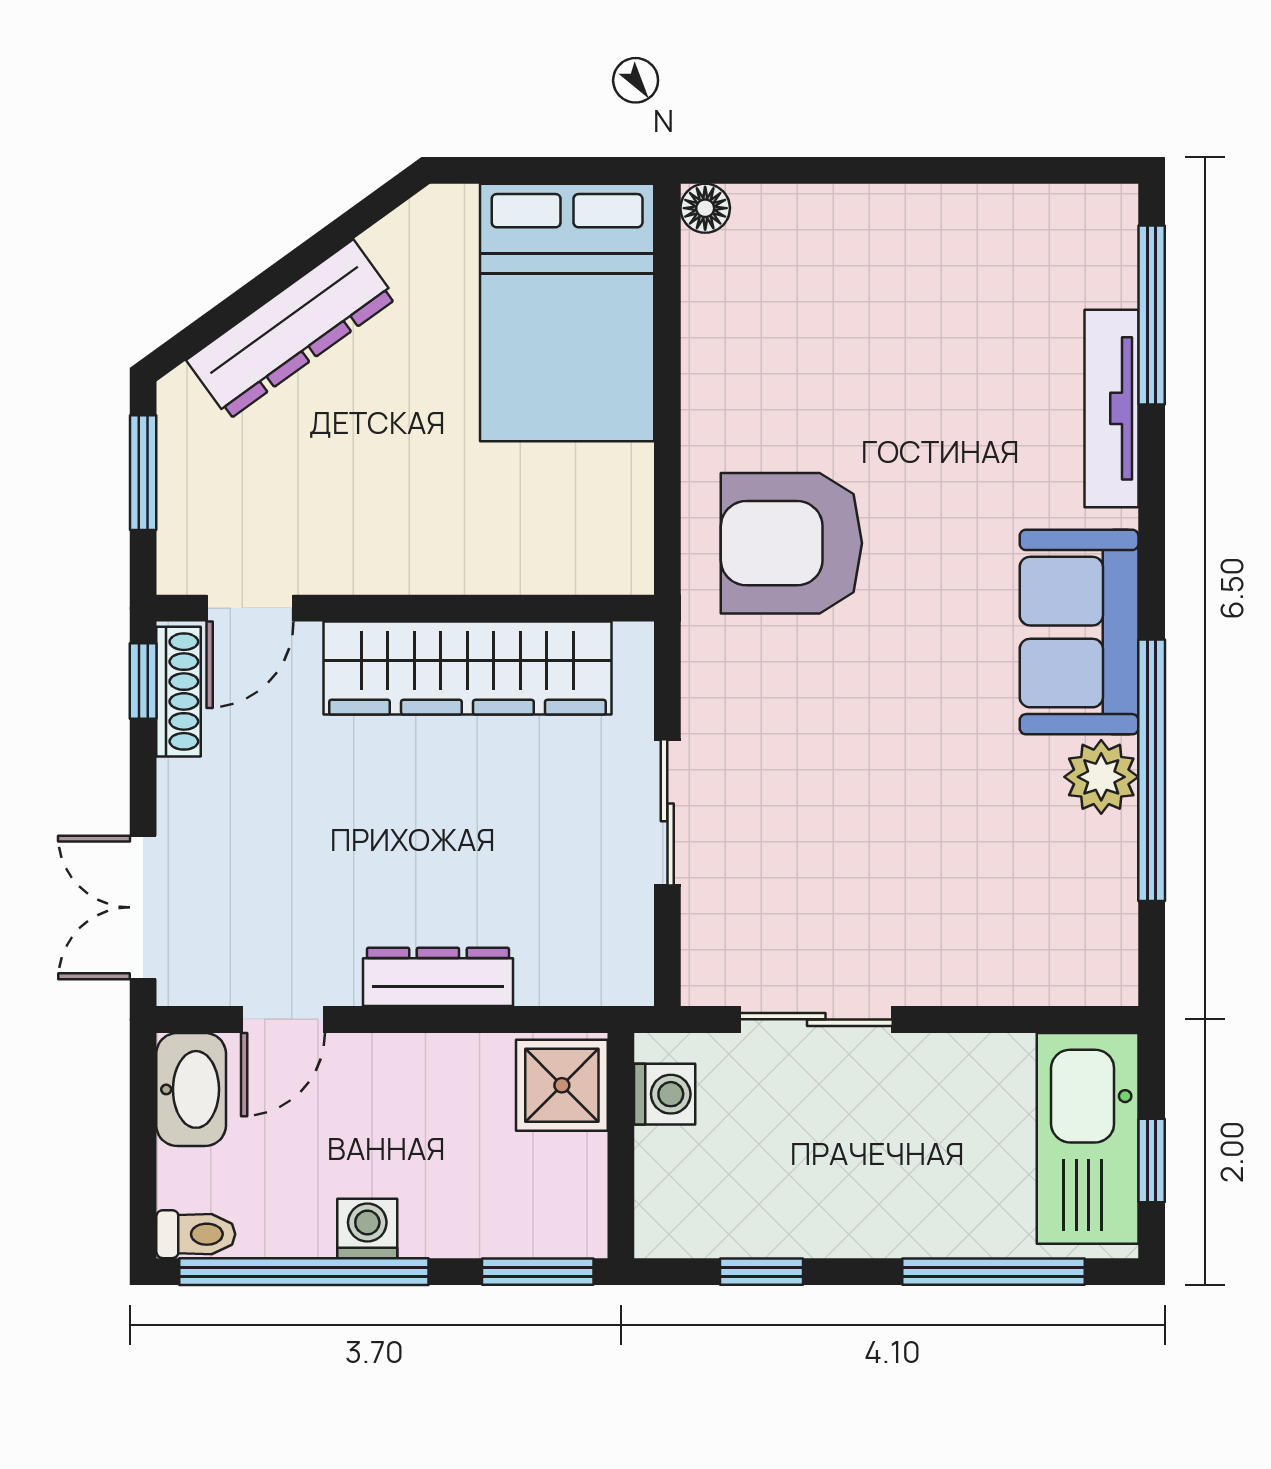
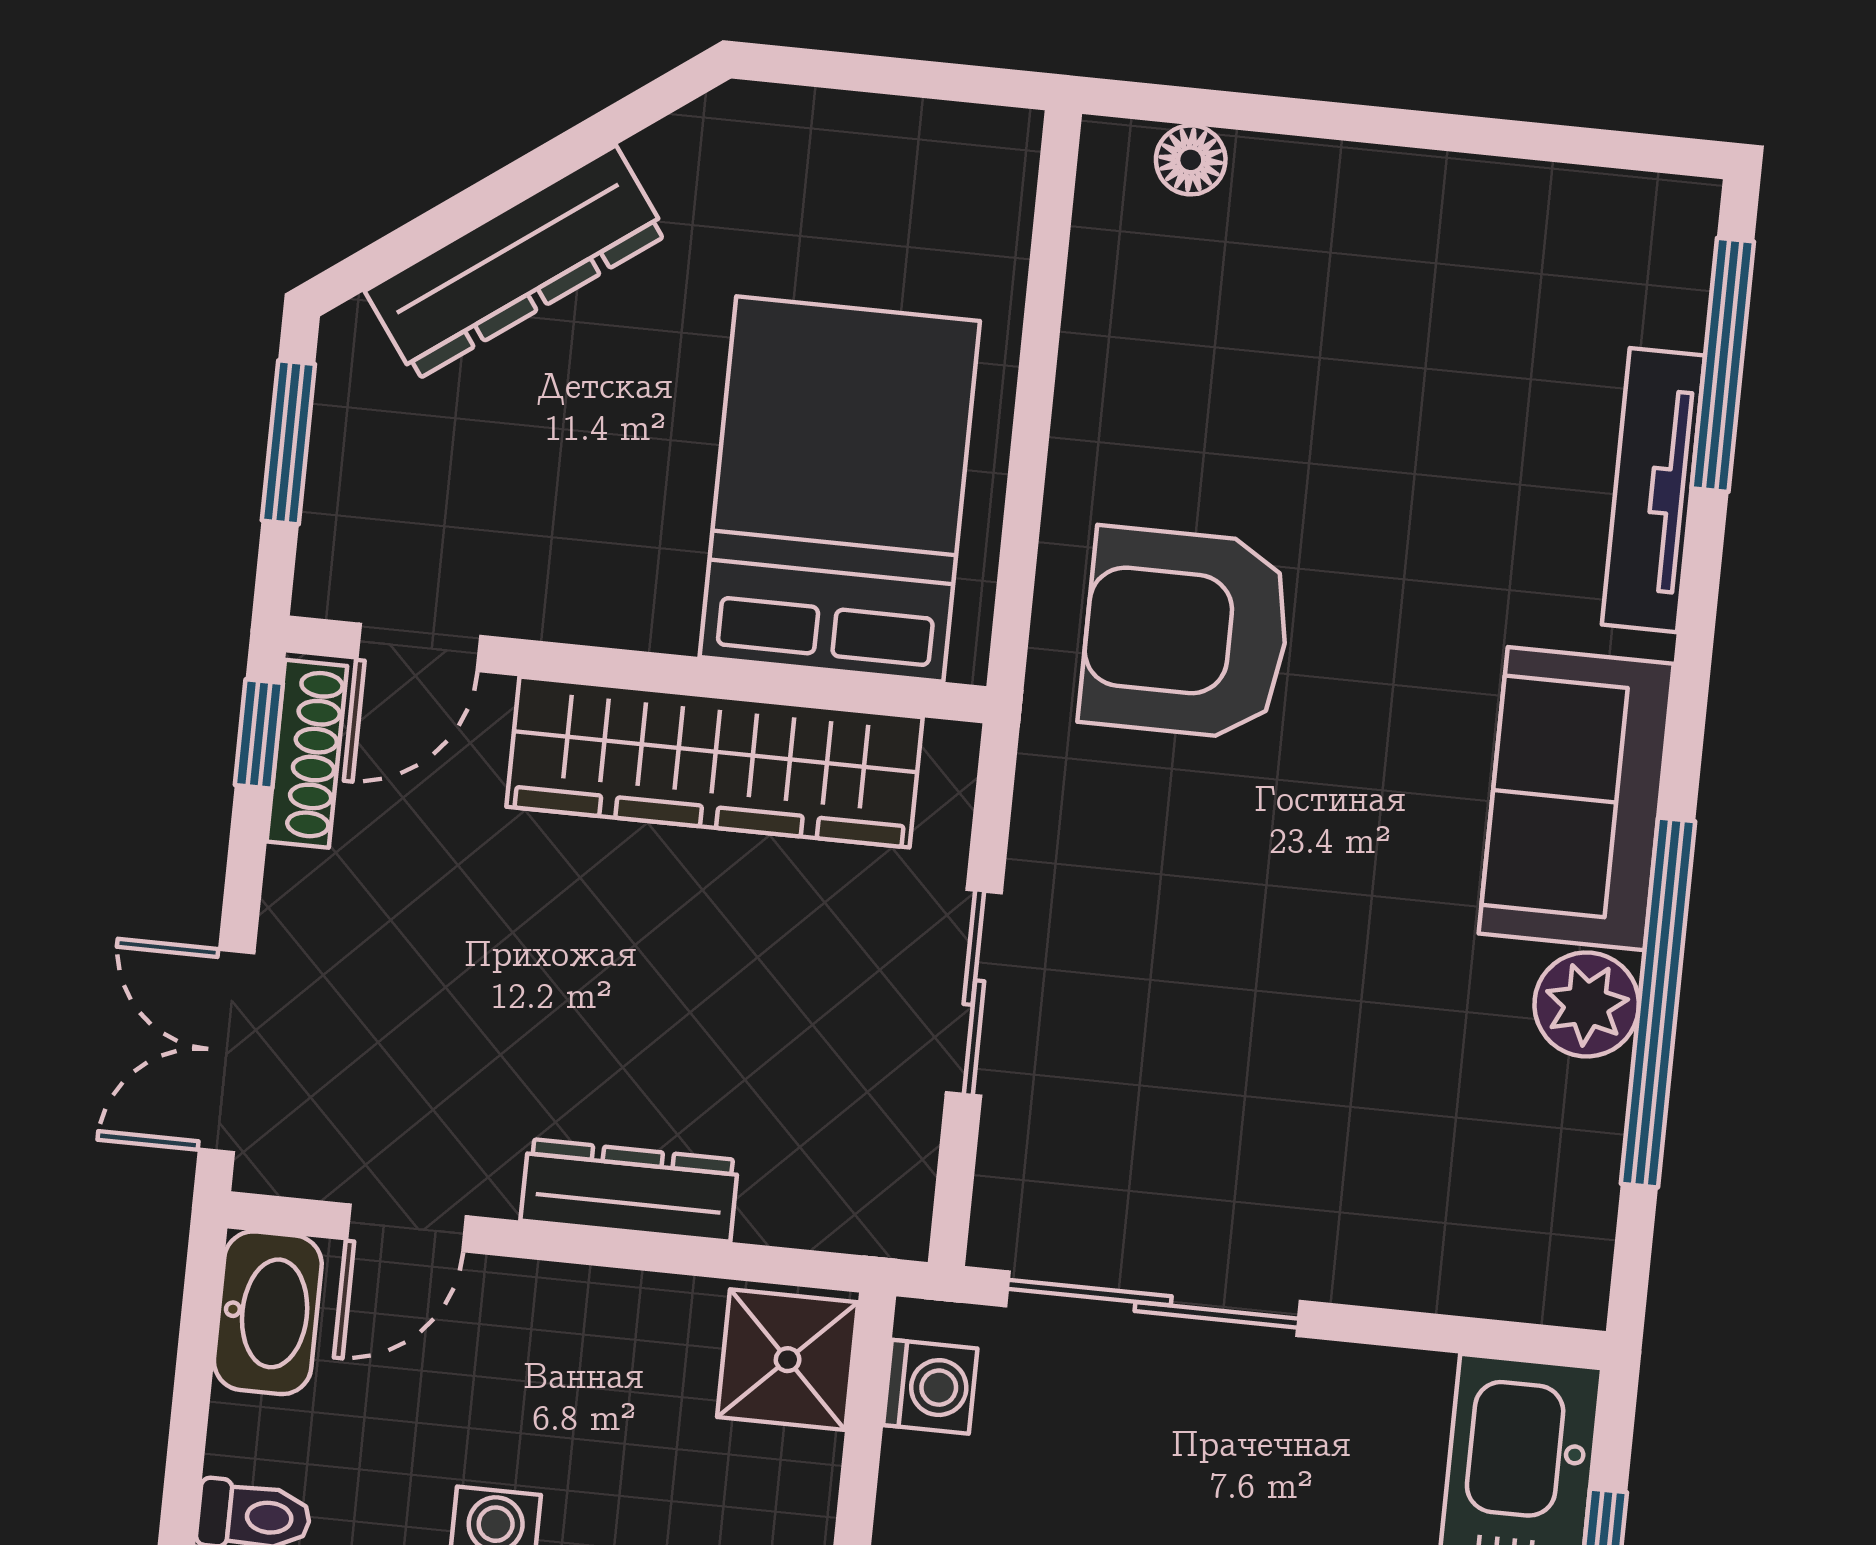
floor lamp: (705, 208) -> (1191, 160), moved
bed: (567, 313) -> (840, 489), moved, turned 180
sliding door: (816, 1019) -> (1153, 1304), width x1.37

